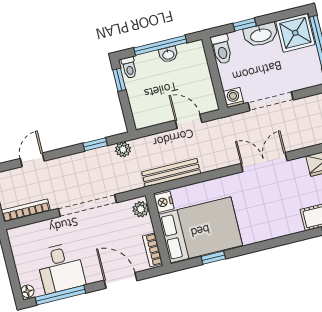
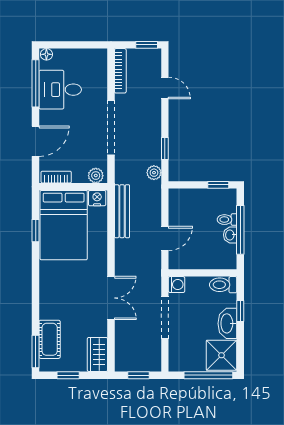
toilet: (129, 68) -> (227, 220), moved

